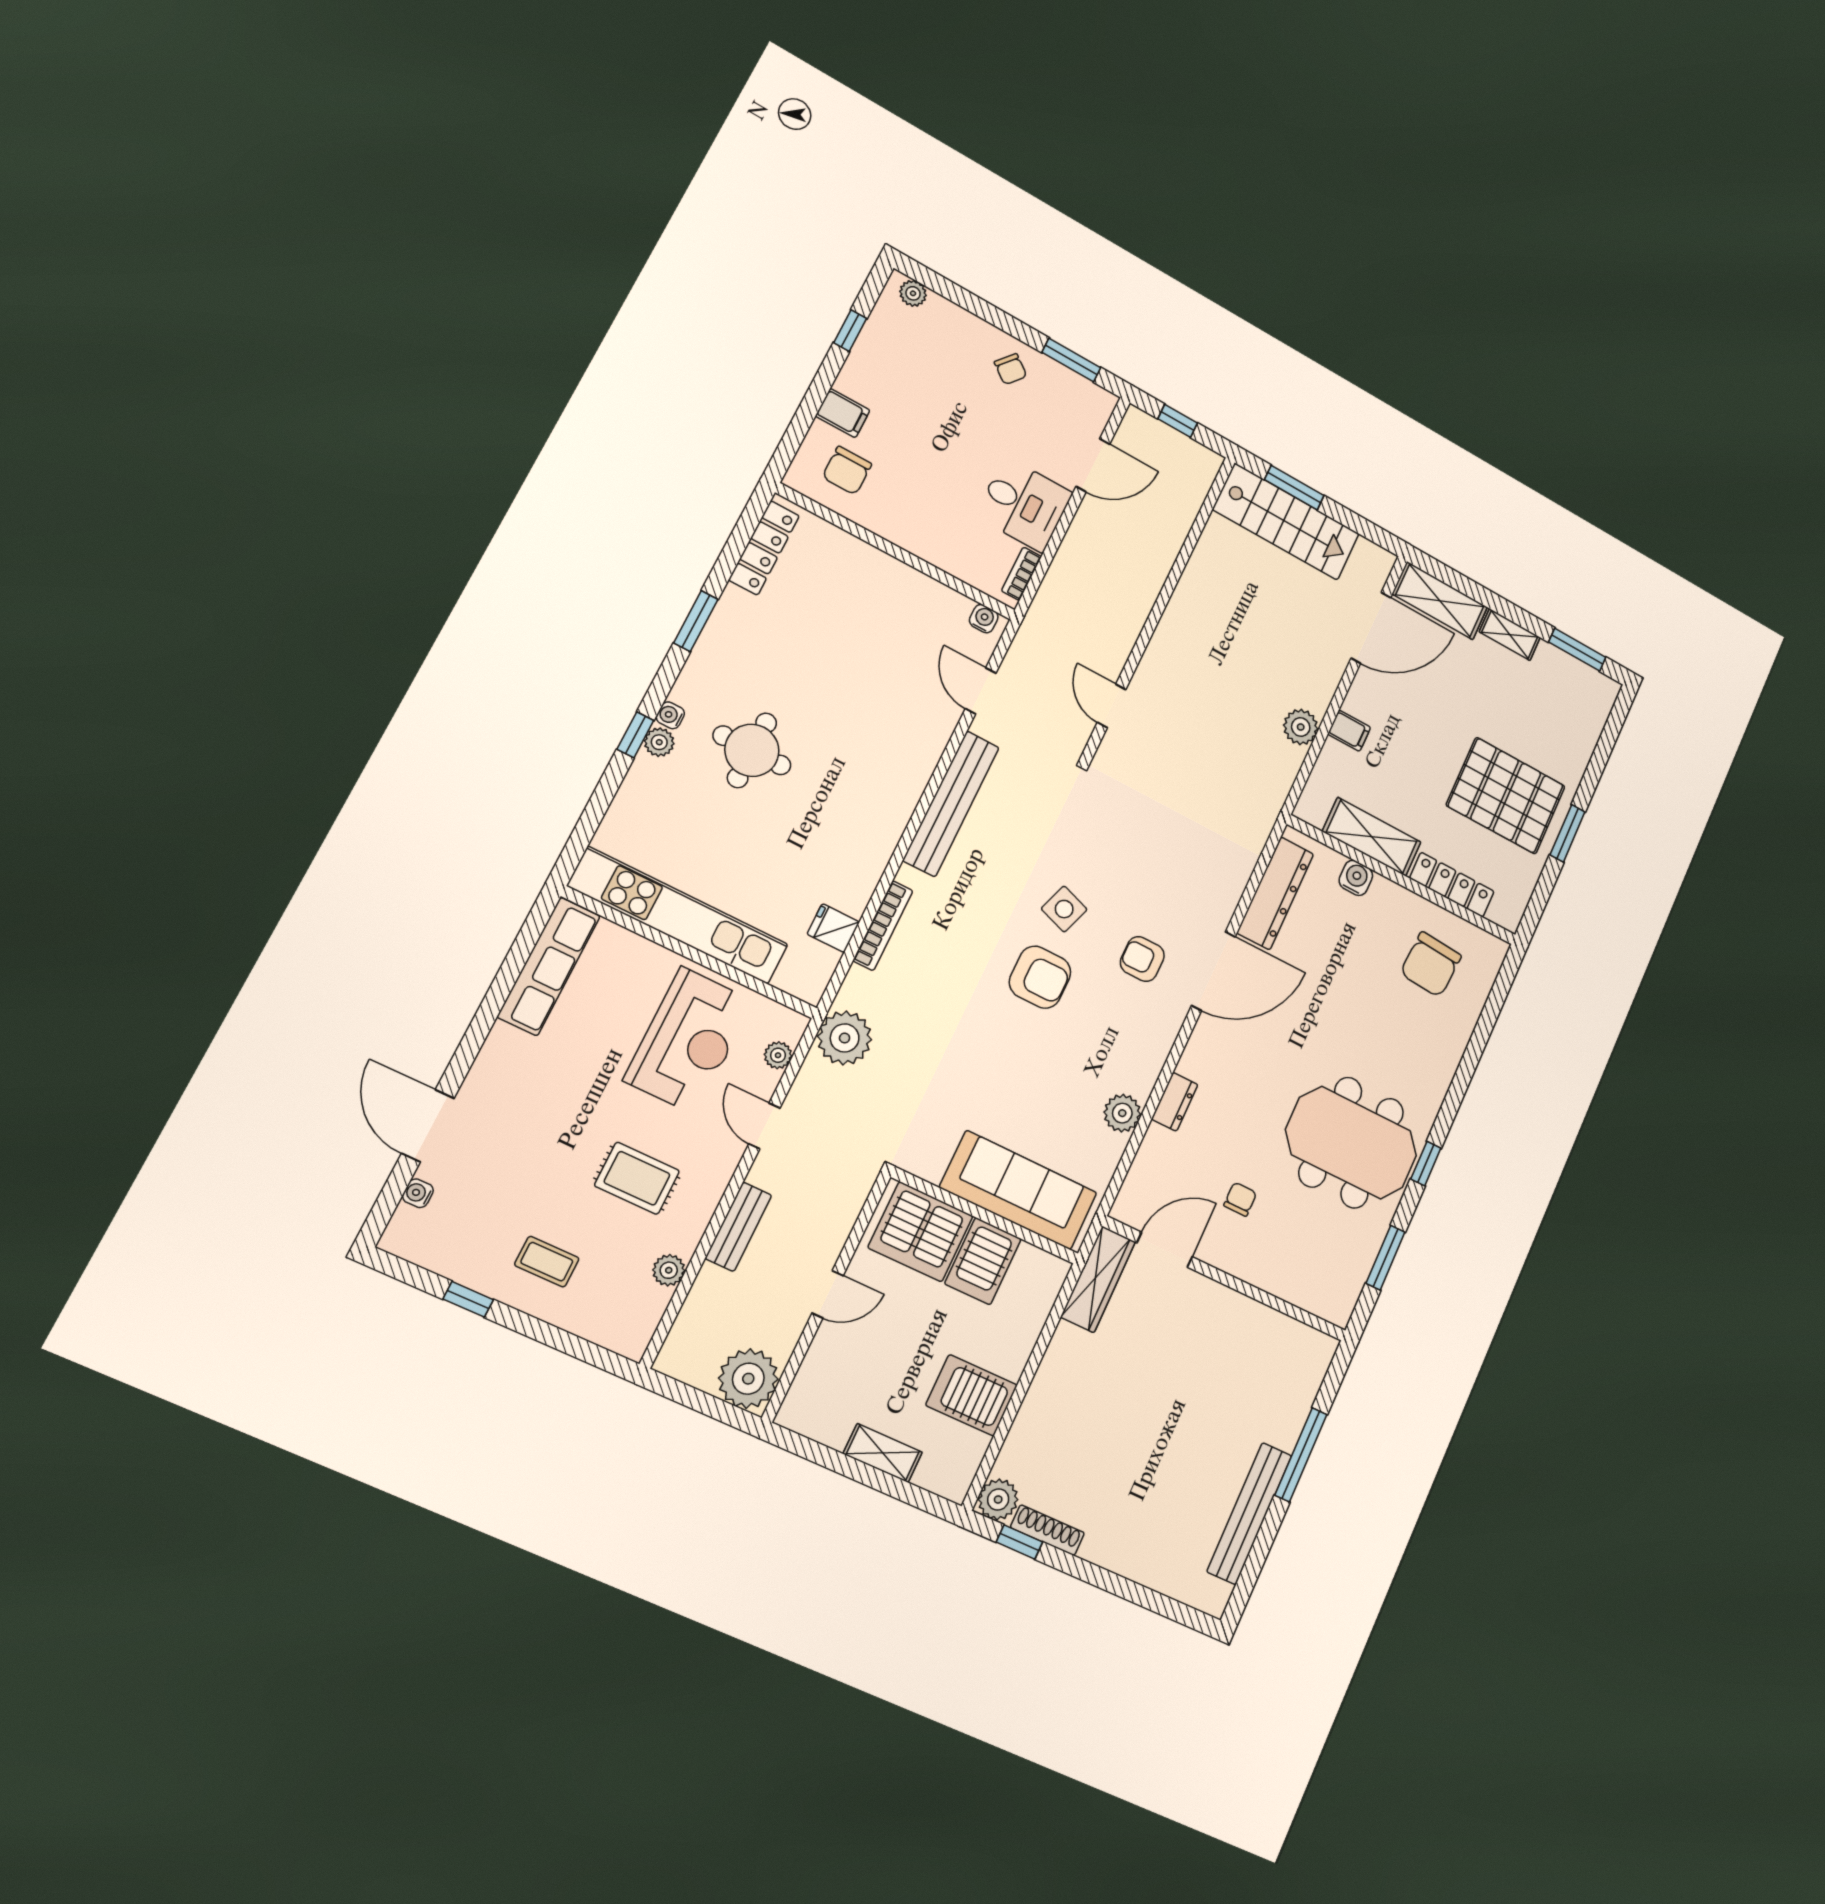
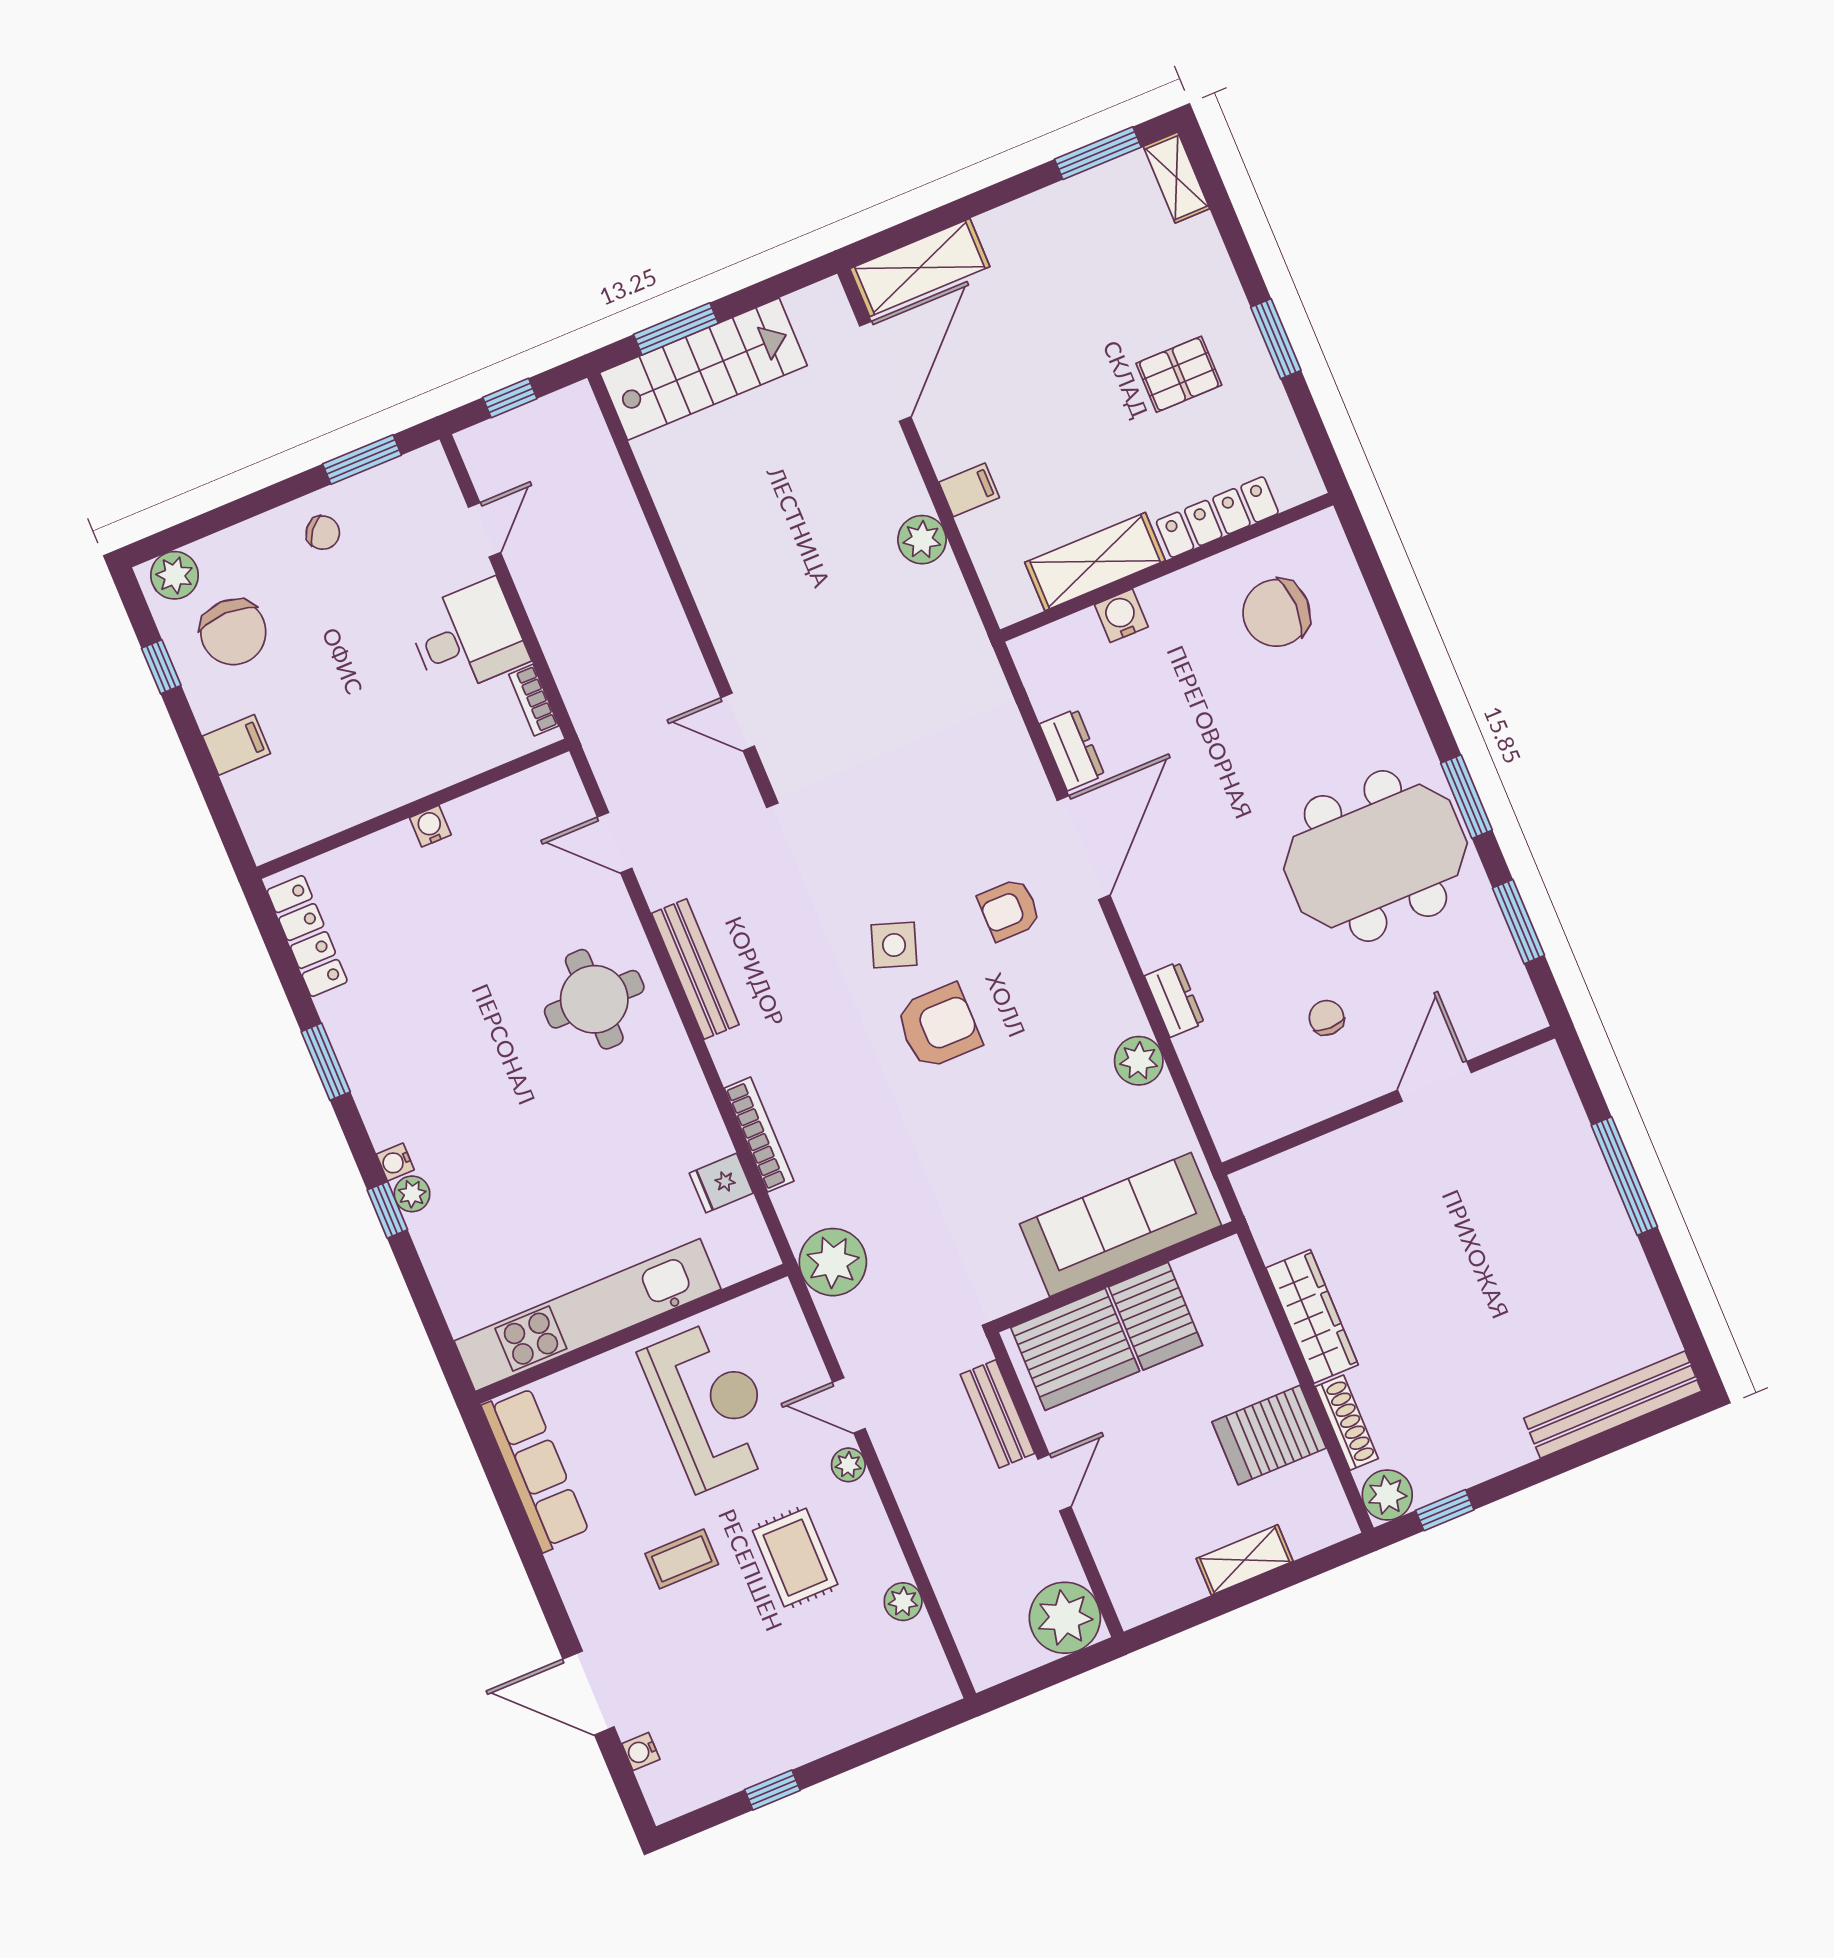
plant: (913, 293) -> (175, 575), width x1.38, depth x1.38
door: (1093, 465) -> (484, 530), width x0.73
chair: (847, 471) -> (233, 632), moved, width x1.37, depth x1.37
water cooler: (984, 619) -> (430, 826), moved
shelving: (1510, 635) -> (1177, 178), moved, turned 90
round table: (752, 750) -> (594, 999), moved
pallet: (1506, 796) -> (1179, 374), width x0.49, depth x0.50
bench: (951, 804) -> (695, 969), width x0.73, depth x0.82
dresser: (1275, 893) -> (1072, 750), width x0.51, depth x0.80
chair: (1431, 965) -> (1276, 613), turned 86
plant: (778, 1055) -> (848, 1465), moved
window: (1426, 1164) -> (1467, 797), width x1.50
rug: (637, 1178) -> (795, 1558), turned 90
bench: (738, 1227) -> (997, 1414), moved
door: (1165, 1250) -> (1434, 1081), moved
coffee table: (547, 1262) -> (682, 1559), moved
wardrobe: (1098, 1279) -> (1312, 1316), moved
bench: (1249, 1513) -> (1613, 1405), moved, turned 90
shoe rack: (1047, 1530) -> (1347, 1423), moved, turned 90

